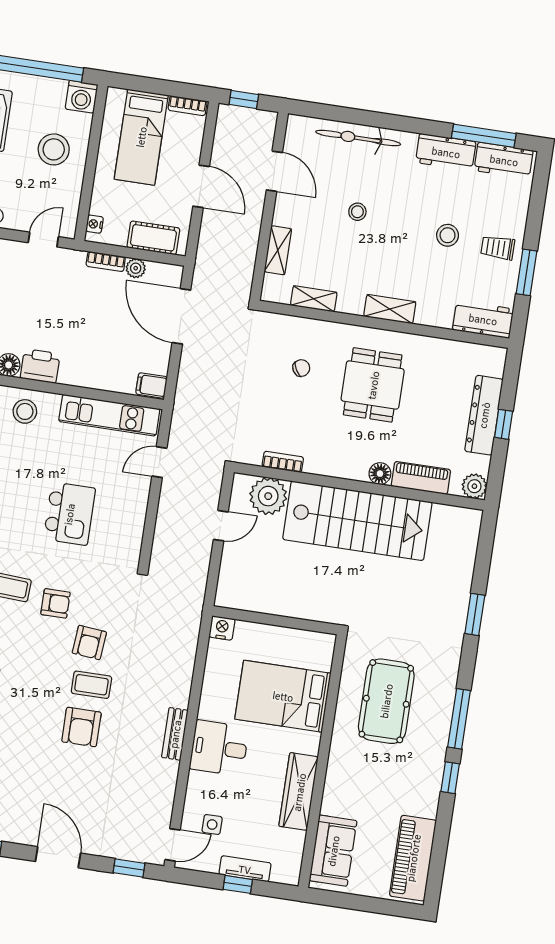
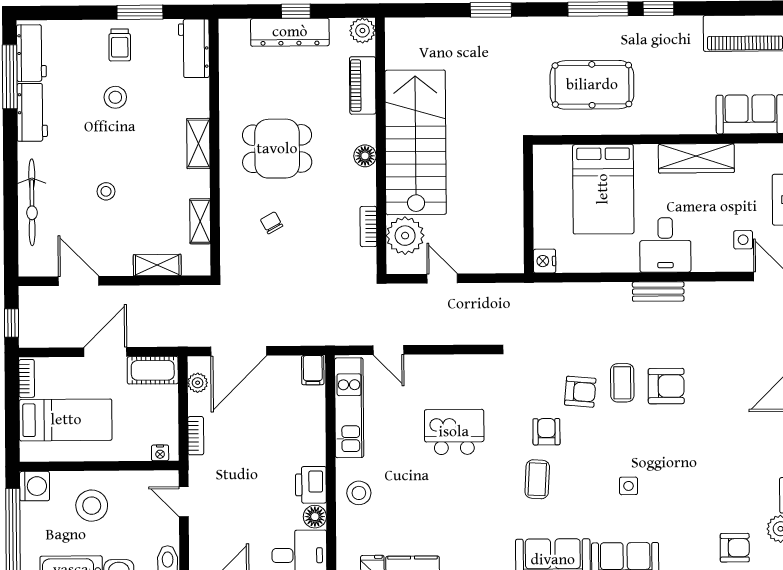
door: (274, 171) -> (79, 281), hinge flipped
cot: (153, 238) -> (153, 370), moved, turned 90
plant: (136, 268) -> (198, 383), moved
floor lamp: (380, 474) -> (365, 156), moved

